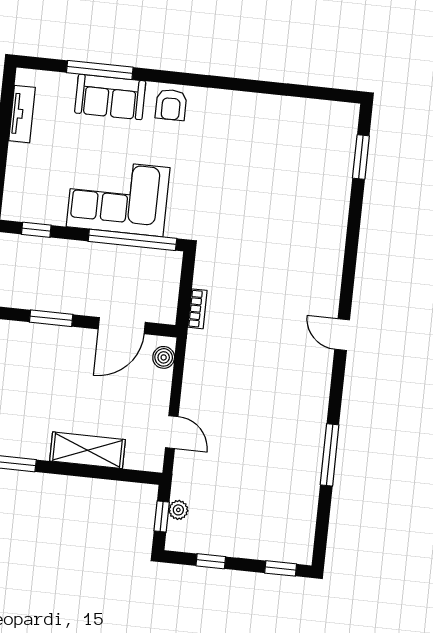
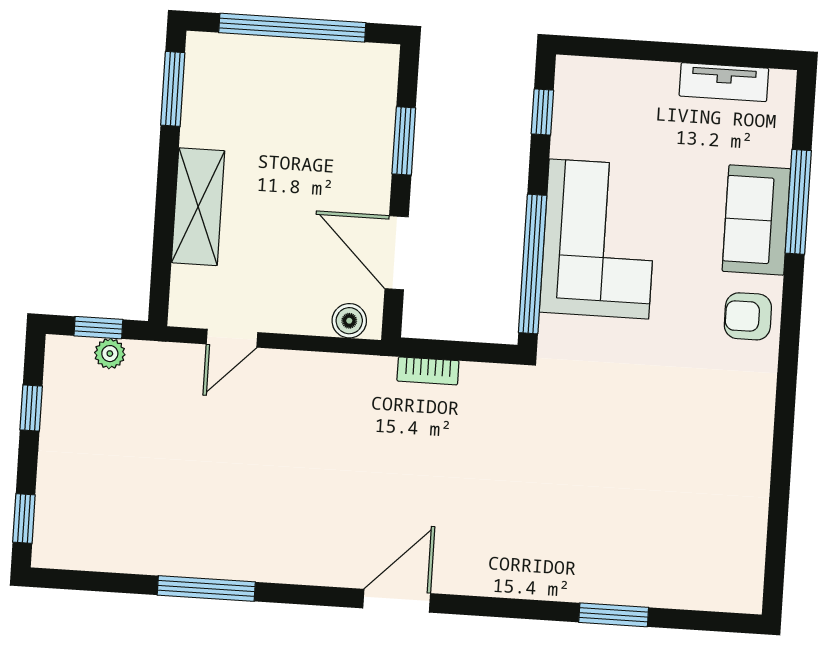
window: (361, 157) -> (614, 615), moved
door: (342, 335) -> (397, 601), width x1.37

